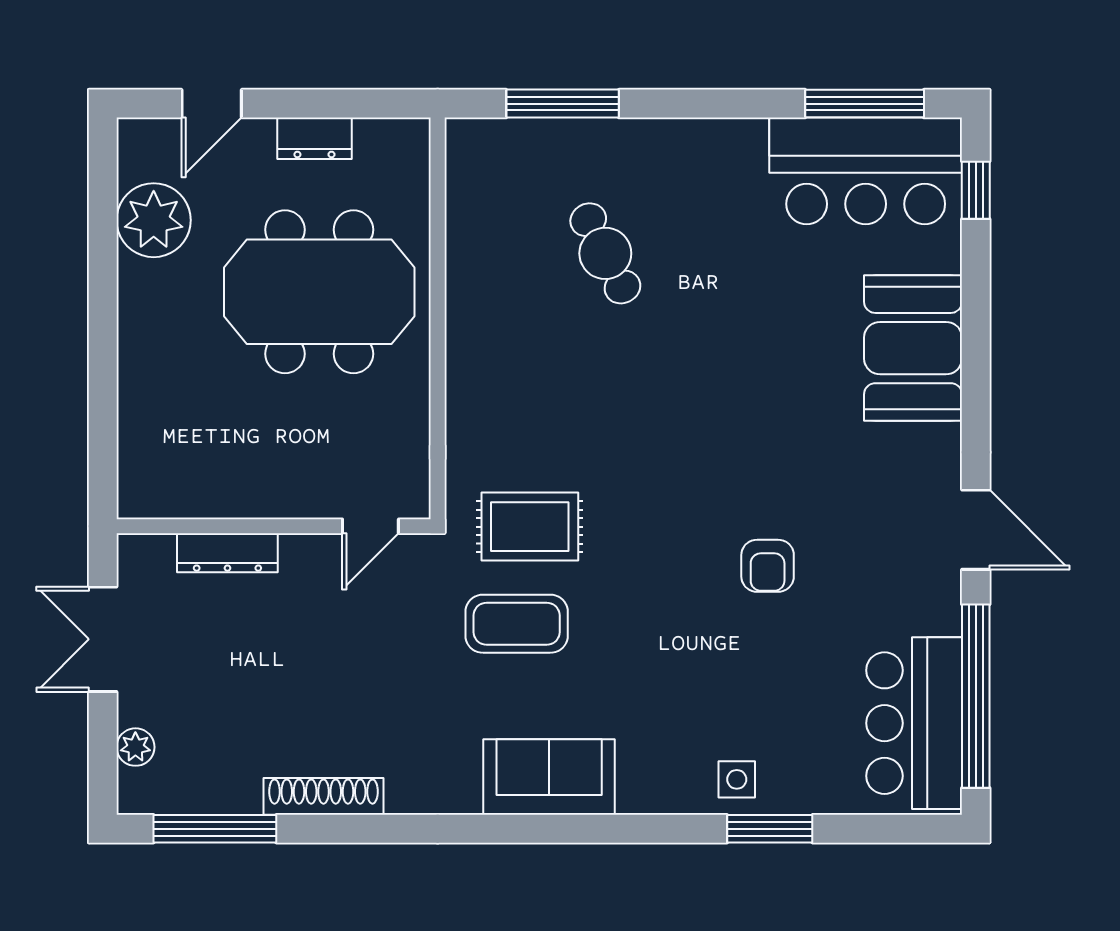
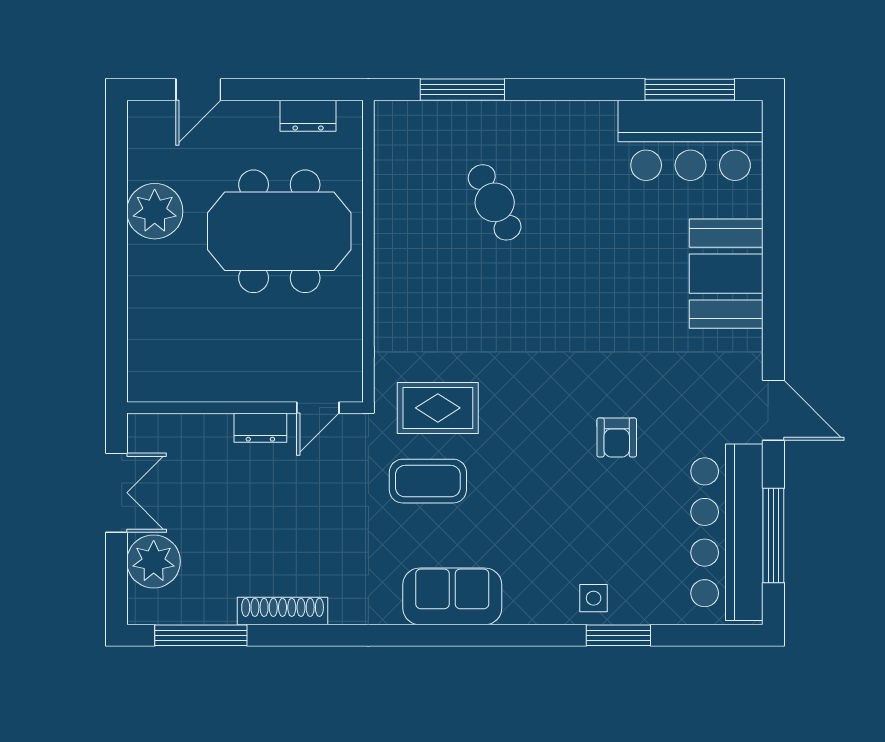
dresser: (314, 138) -> (308, 116), moved
window: (976, 190) -> (773, 155), removed
plant: (154, 220) -> (155, 211), moved
dresser: (227, 553) -> (260, 428), moved, width x0.70
double door: (103, 639) -> (116, 493), swing flipped
window: (976, 696) -> (773, 536), width x0.68
bar counter: (914, 723) -> (727, 532), width x1.36
plant: (135, 747) -> (154, 561), width x1.88, depth x1.88

